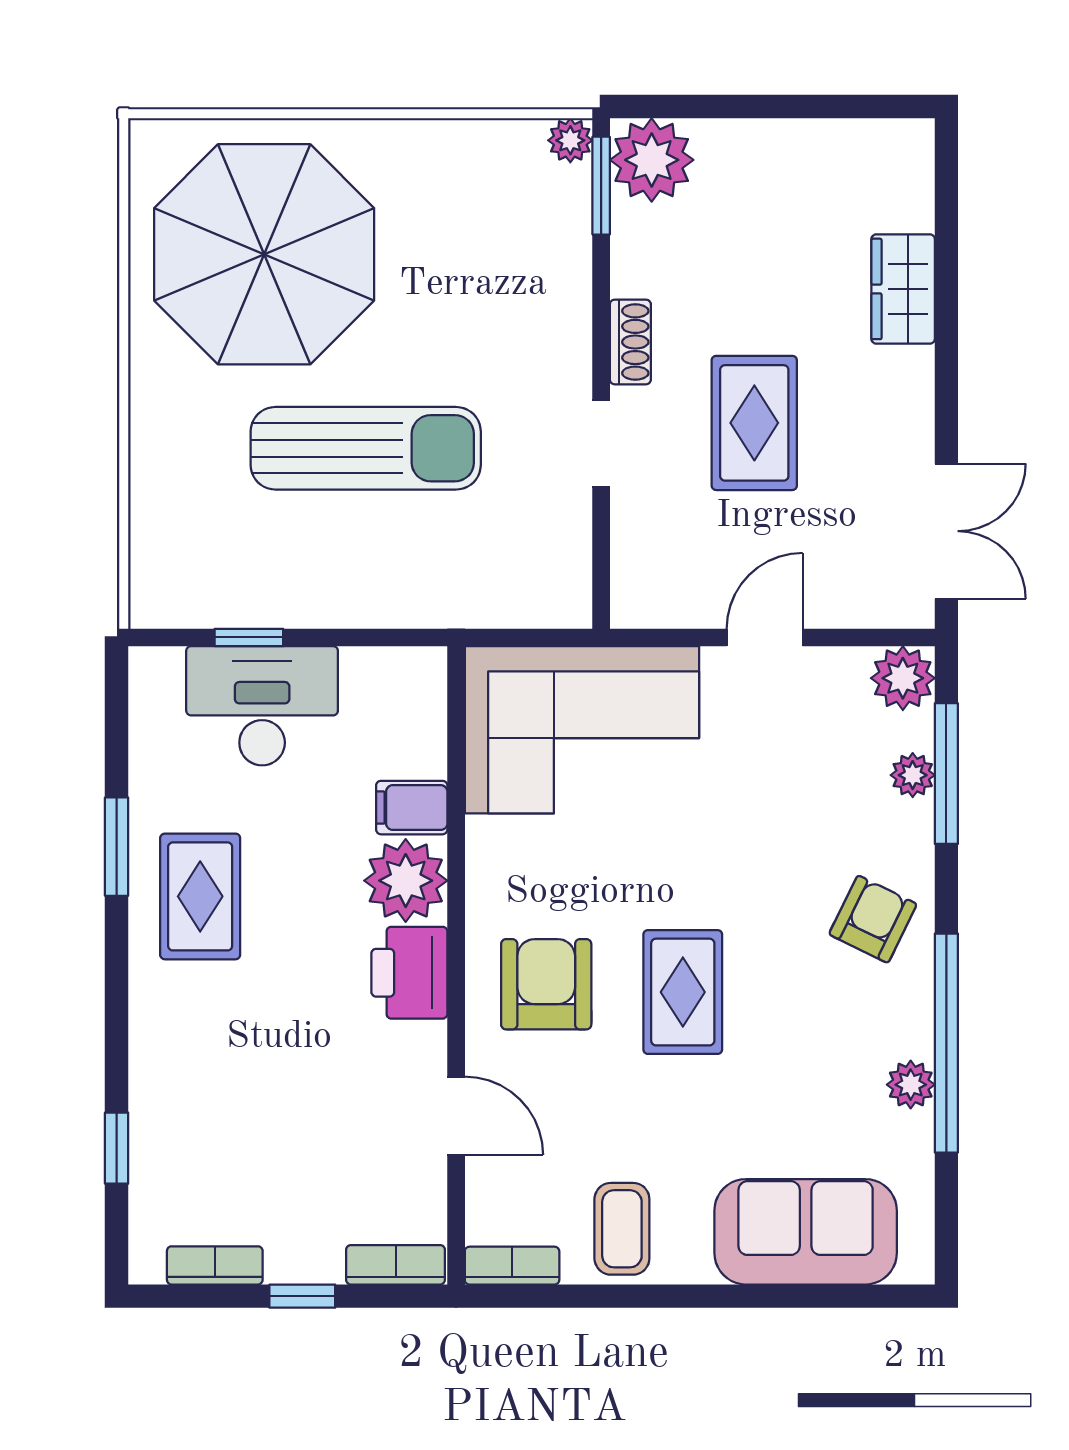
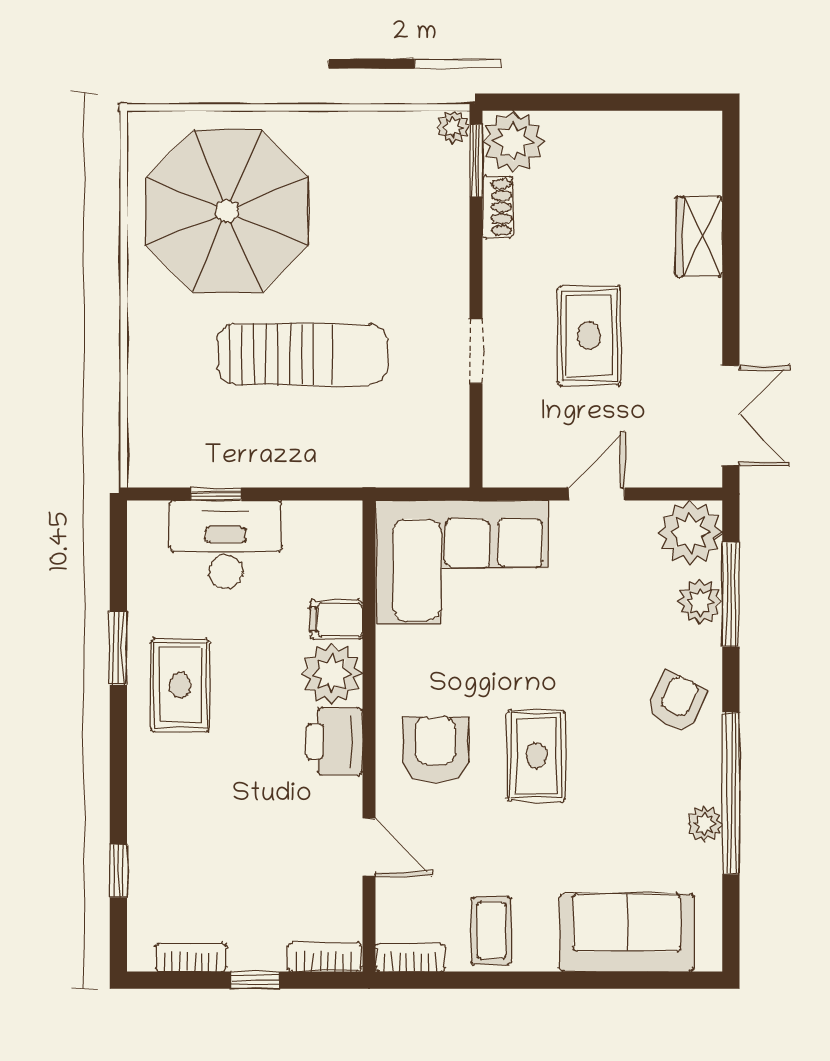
shoe rack: (630, 342) -> (498, 207), moved
plant: (903, 678) -> (690, 533), width x1.36, depth x1.36
plant: (913, 775) -> (700, 602), width x1.38, depth x1.38

